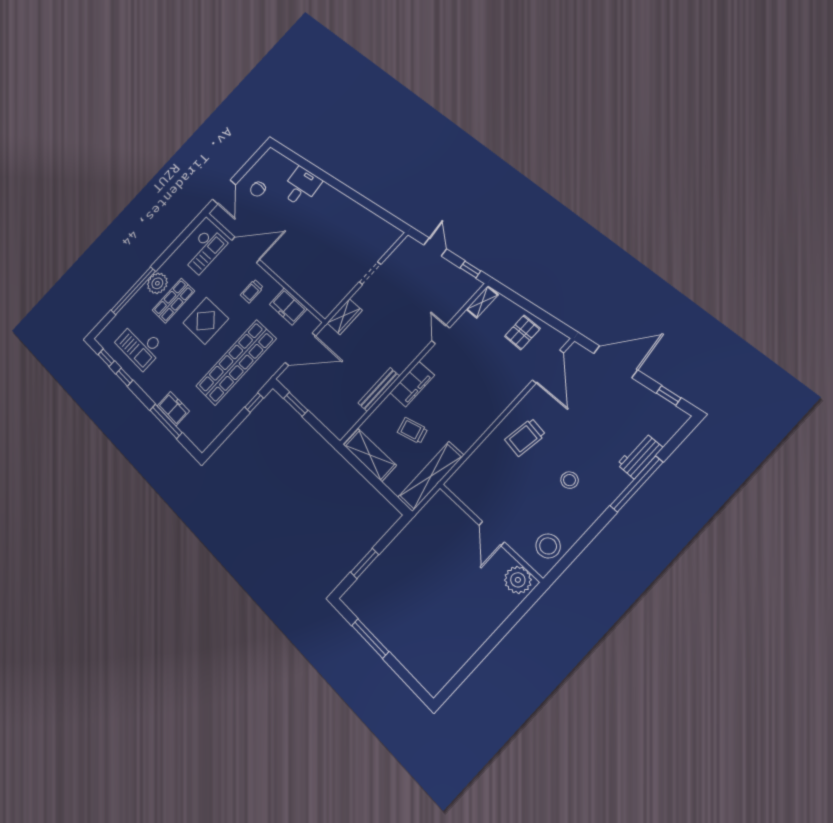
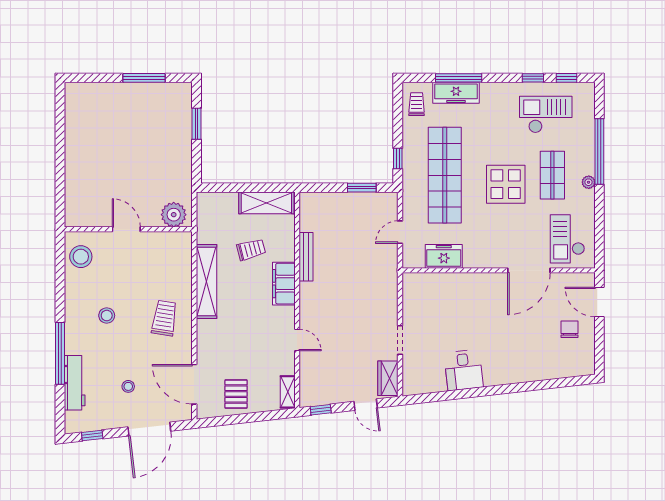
desk: (301, 187) -> (464, 370), moved
plant: (157, 283) -> (589, 182), width x0.53, depth x0.53
trolley: (252, 291) -> (417, 104), moved
wardrobe: (345, 317) -> (388, 378), moved
door: (300, 349) -> (400, 232), width x0.53
freezer: (173, 409) -> (456, 93), width x1.40
stool: (603, 409) -> (128, 386), added
workbench: (640, 456) -> (75, 383), width x1.37
shelving: (431, 476) -> (206, 282), moved
plant: (518, 580) -> (174, 215), moved

